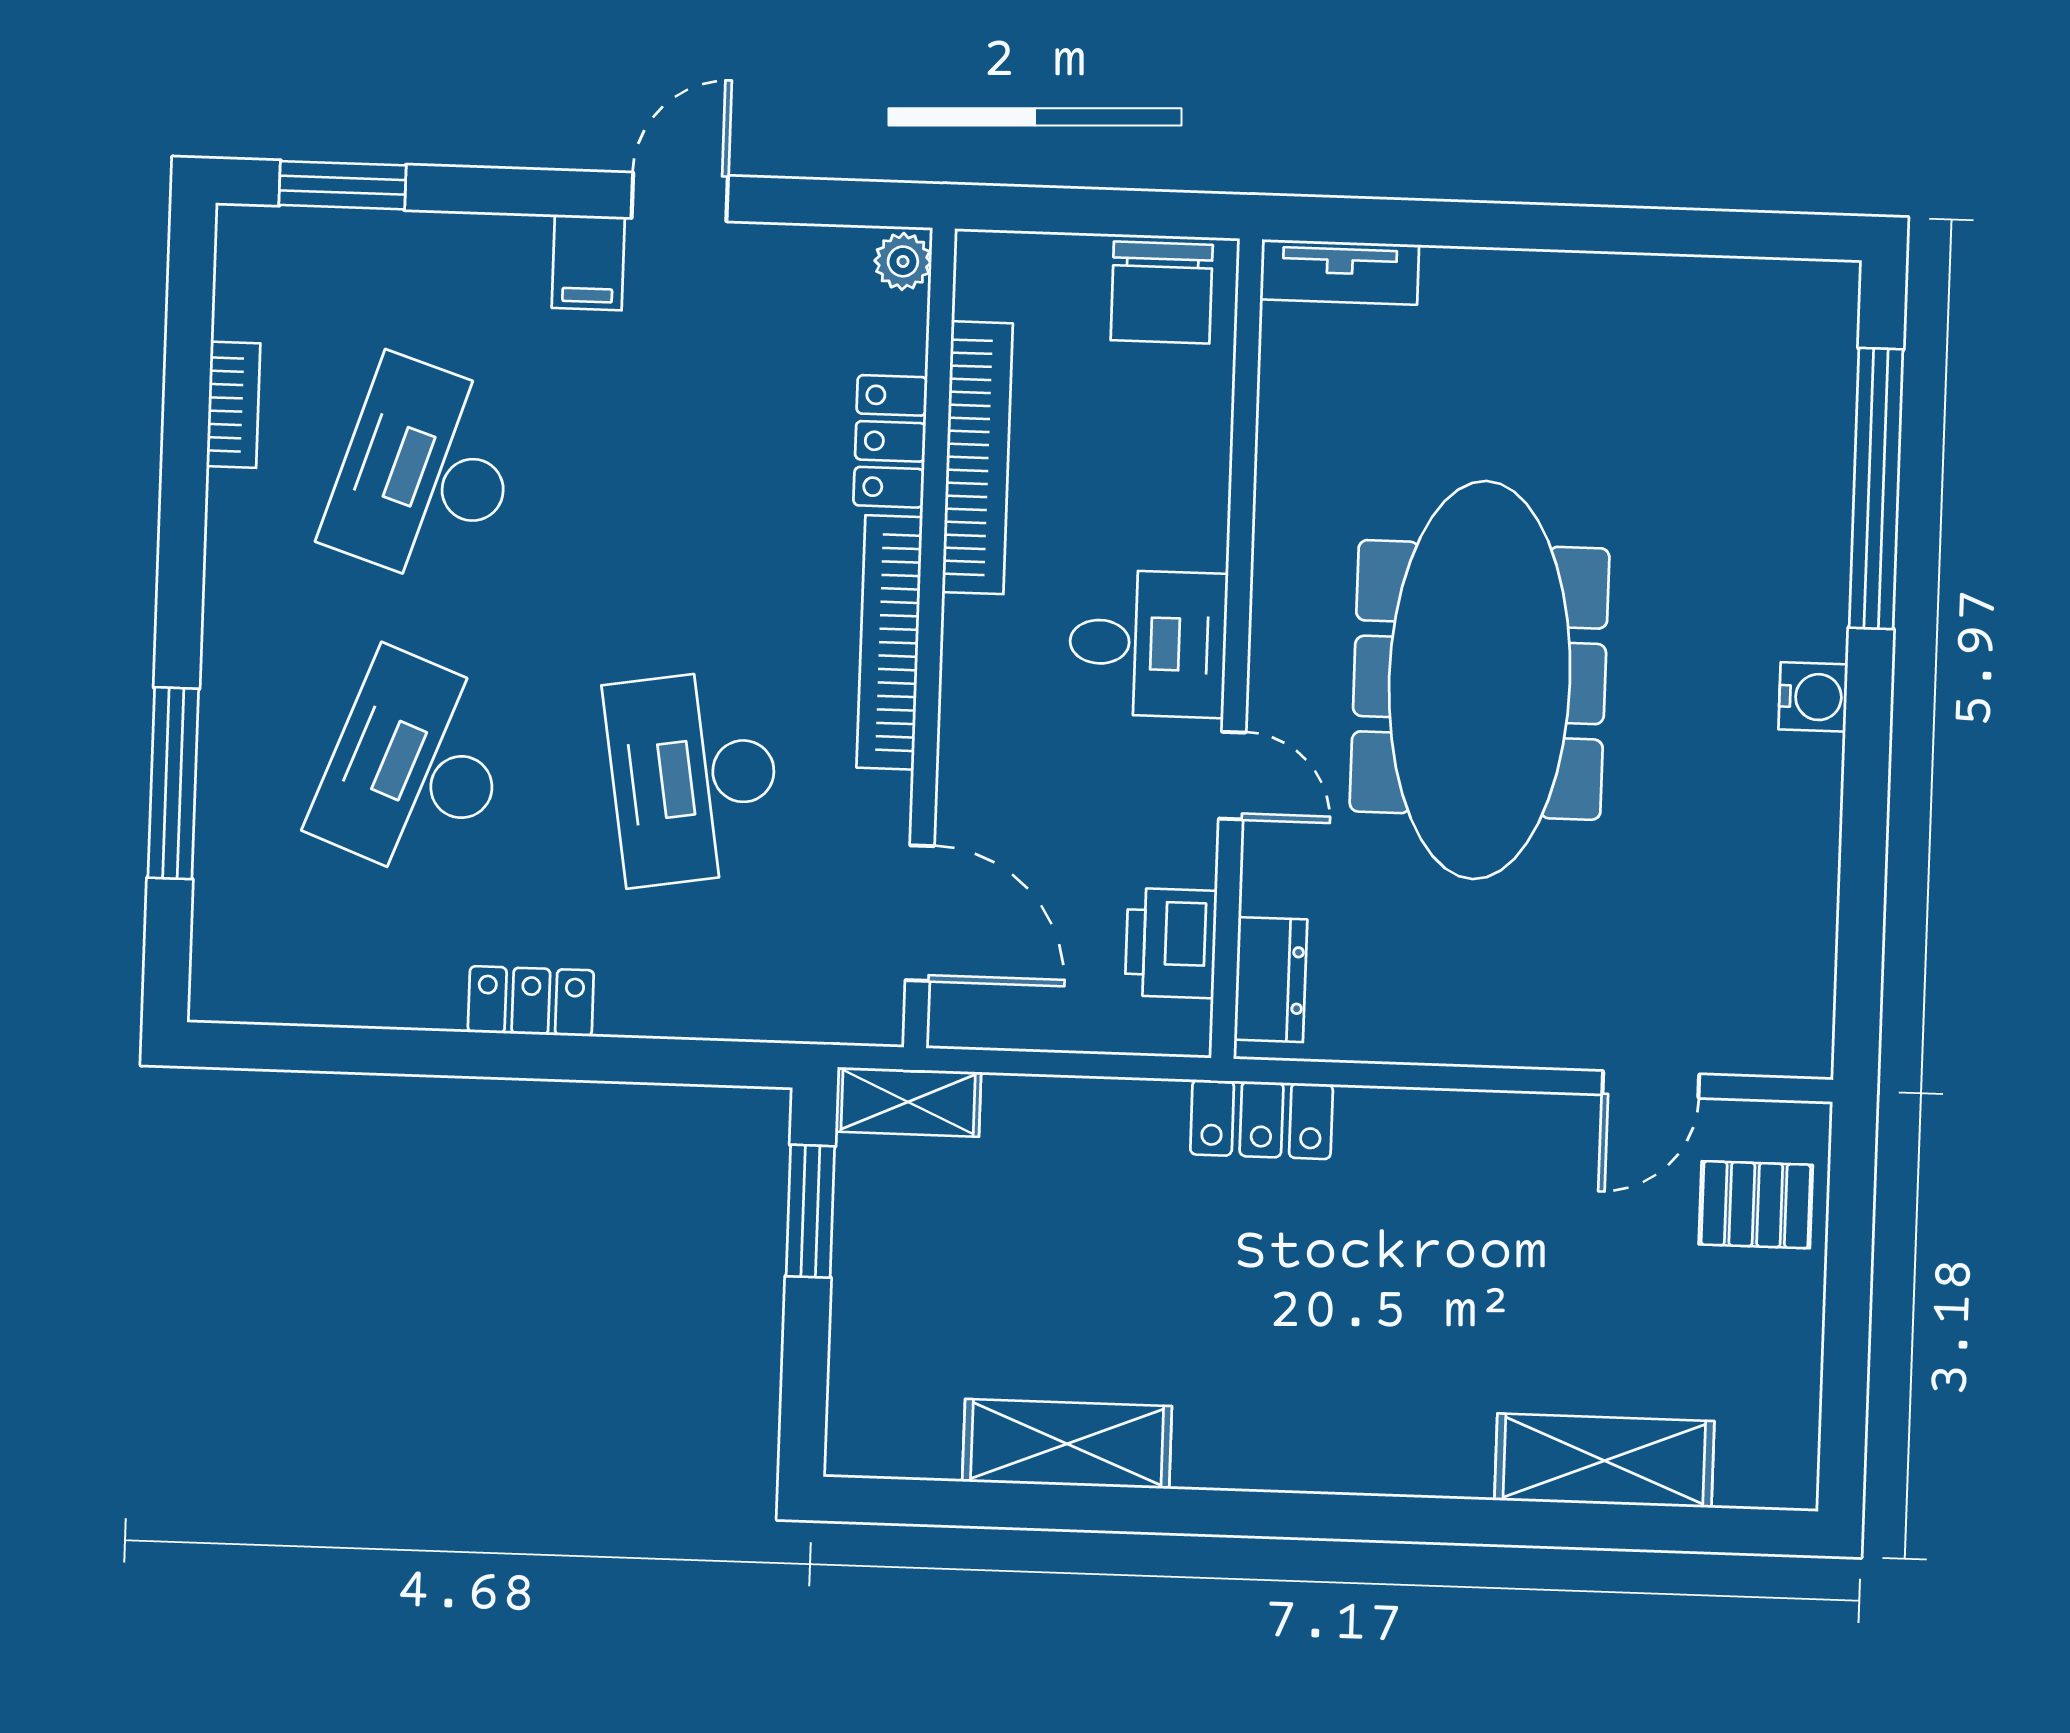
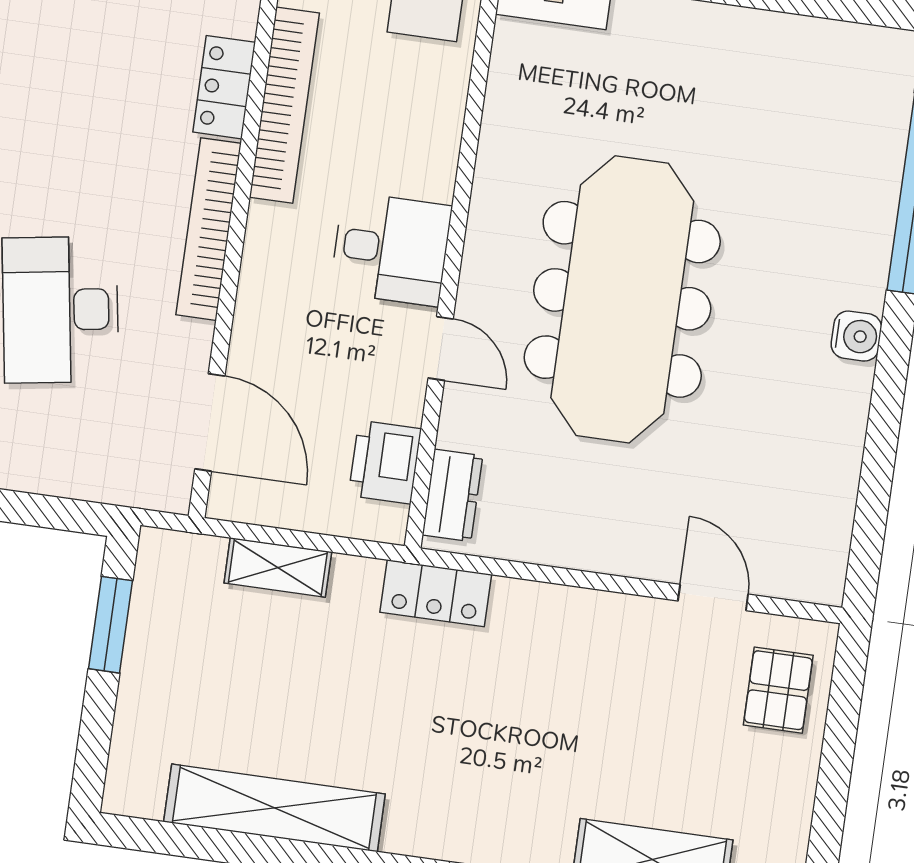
door: (1651, 1084) -> (713, 597), swing flipped
shelving: (908, 1102) -> (278, 567), moved
pallet: (1756, 1205) -> (778, 690), turned 90
shelving: (1067, 1444) -> (274, 808), width x1.47

